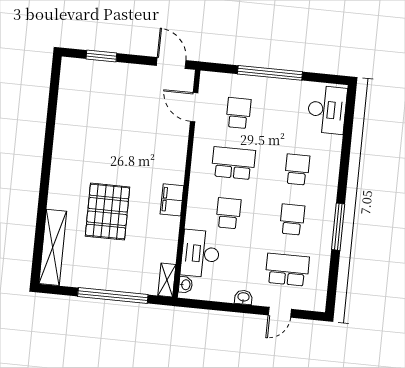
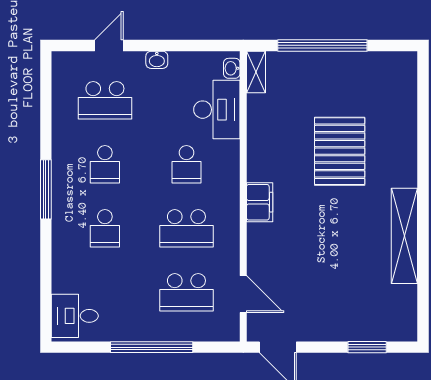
desk: (327, 110) -> (75, 316), width x0.73
school desk: (238, 113) -> (186, 292), width x1.85
filing cabinet: (172, 200) -> (260, 202), moved
window: (338, 227) -> (46, 189), moved
shelving: (53, 247) -> (404, 236), moved

